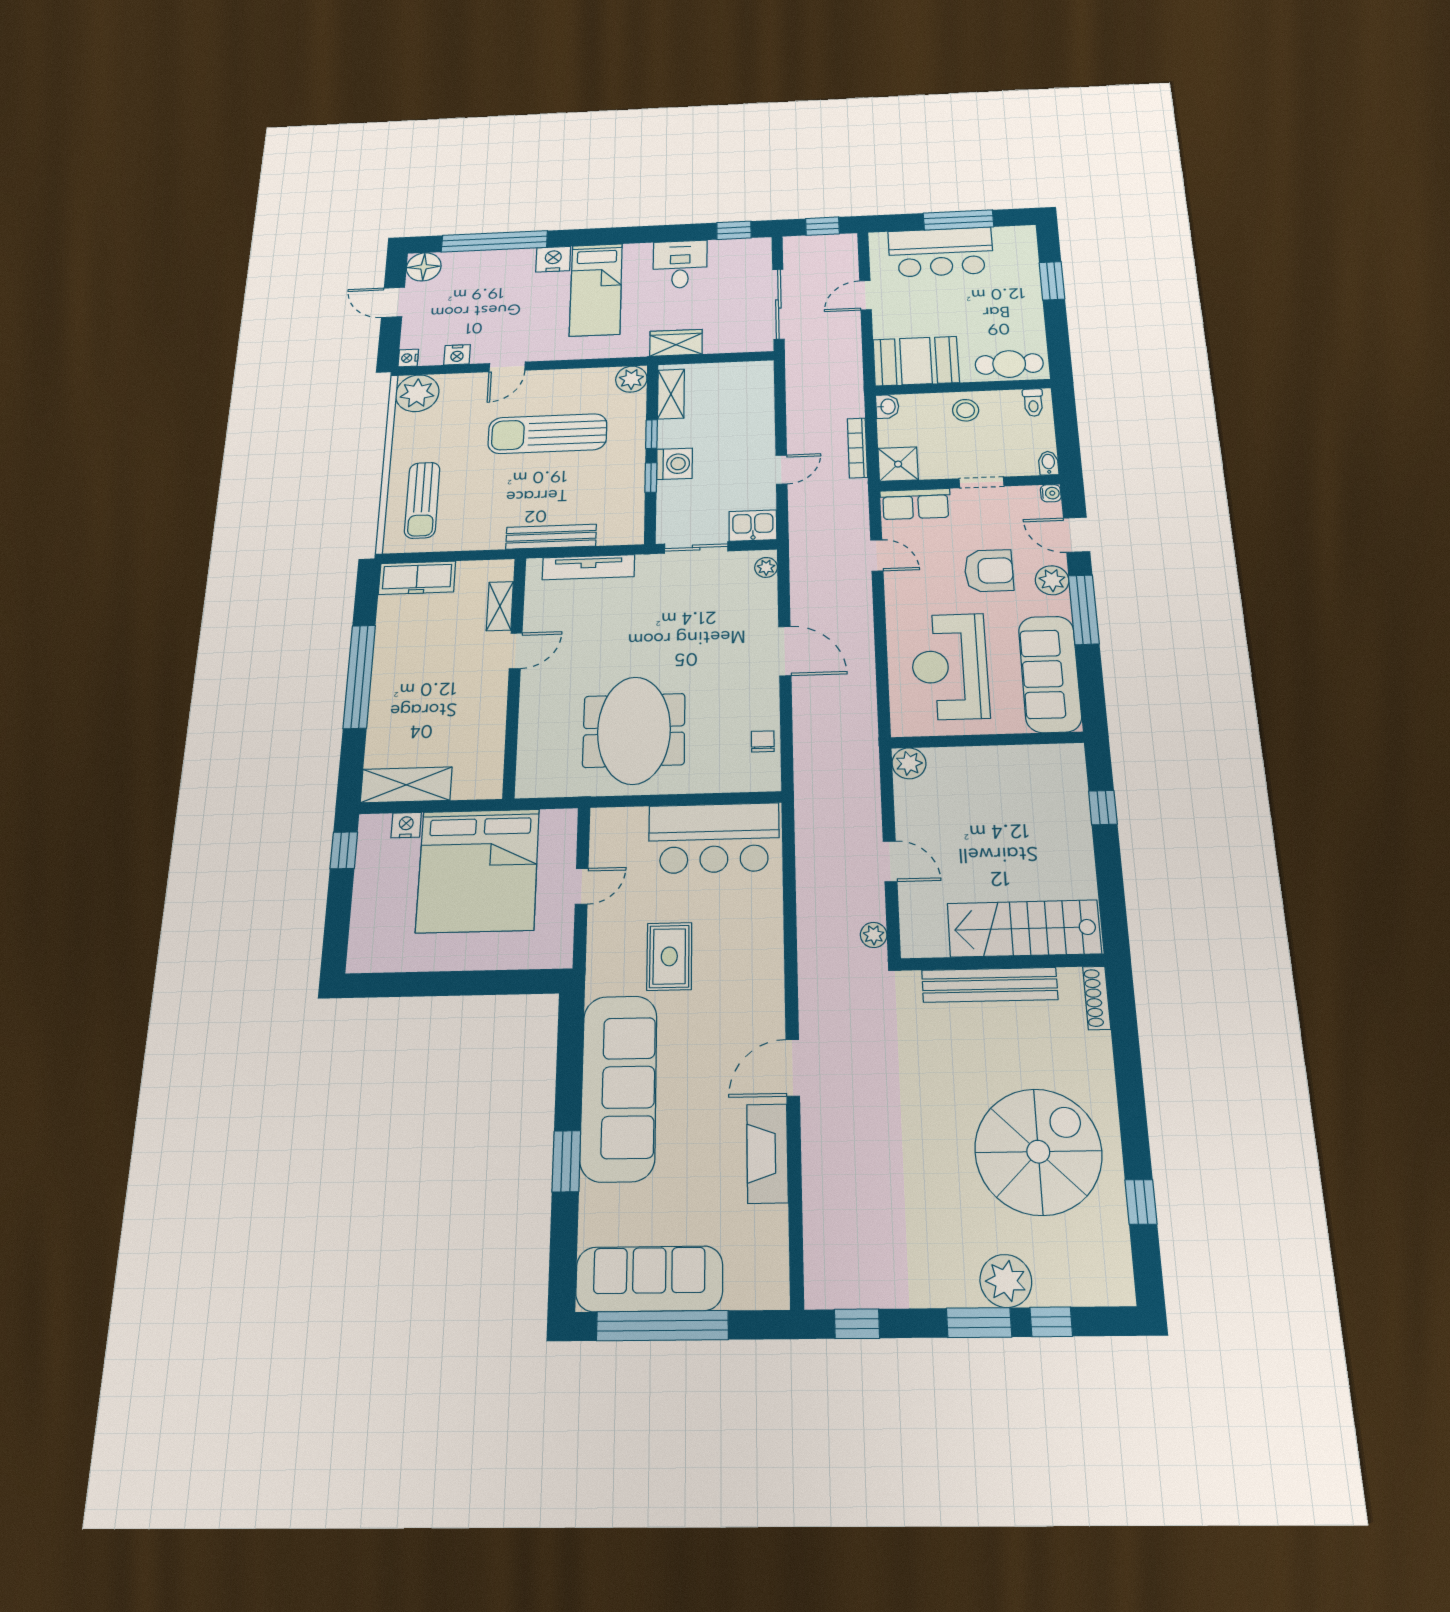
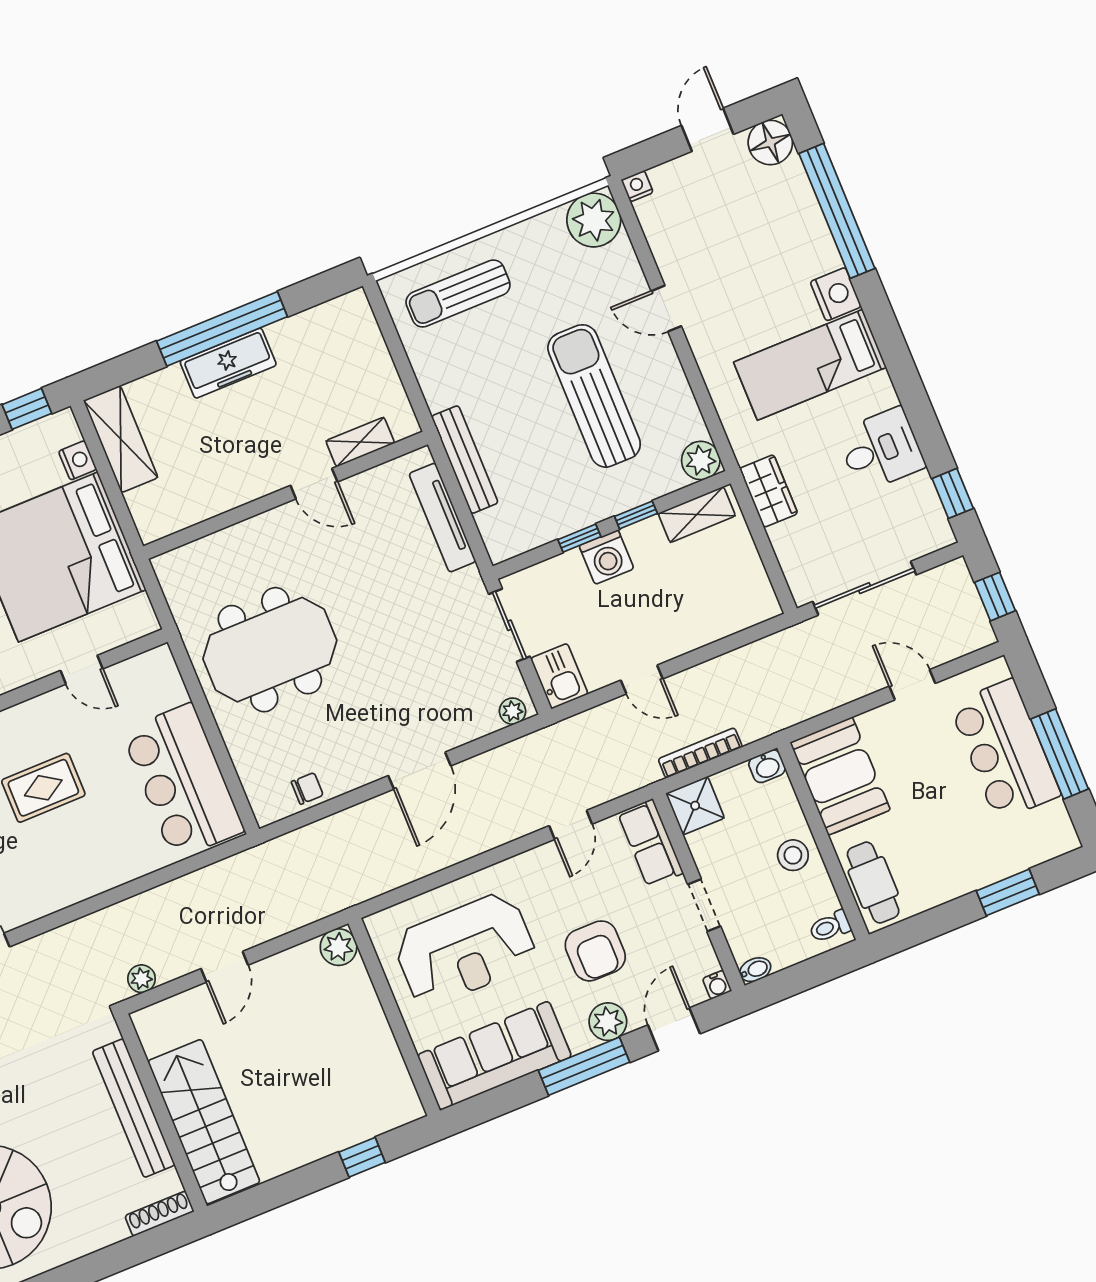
nightstand: (457, 355) -> (662, 242), removed
freezer: (417, 578) -> (228, 363), moved, turned -90
reception desk: (950, 666) -> (465, 950), turned 180

